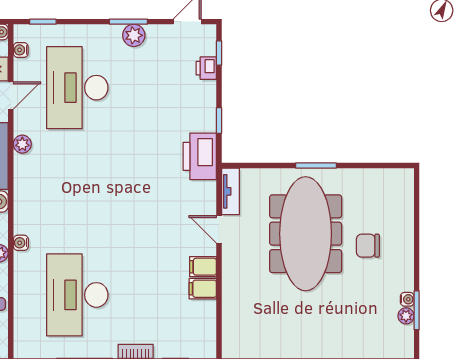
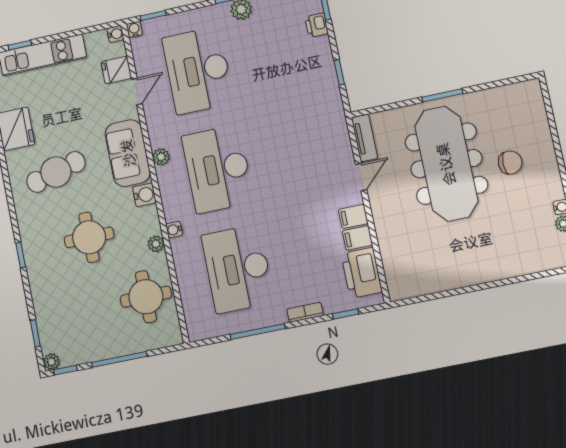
water cooler: (21, 50) -> (134, 29), moved, turned 90
plant: (22, 144) -> (161, 157), moved
printer: (200, 156) -> (362, 273), moved
desk: (77, 191) -> (218, 169), added
door: (219, 229) -> (361, 177), swing flipped
chair: (368, 246) -> (510, 162), turned 180

